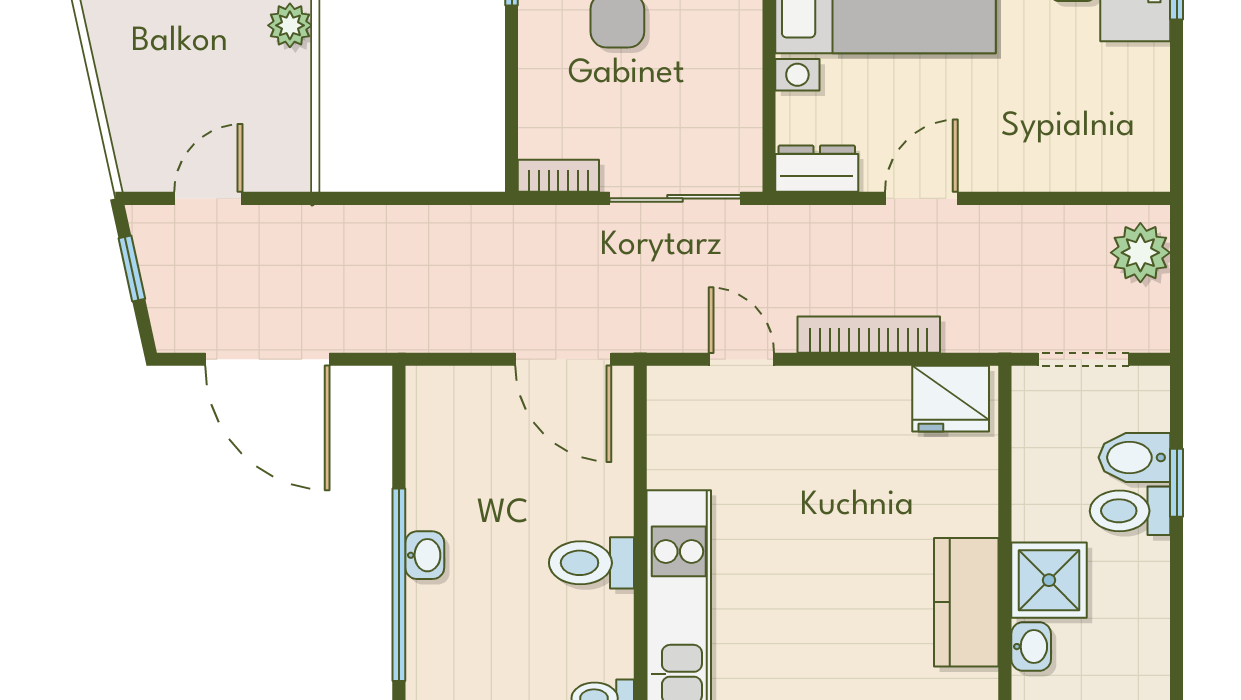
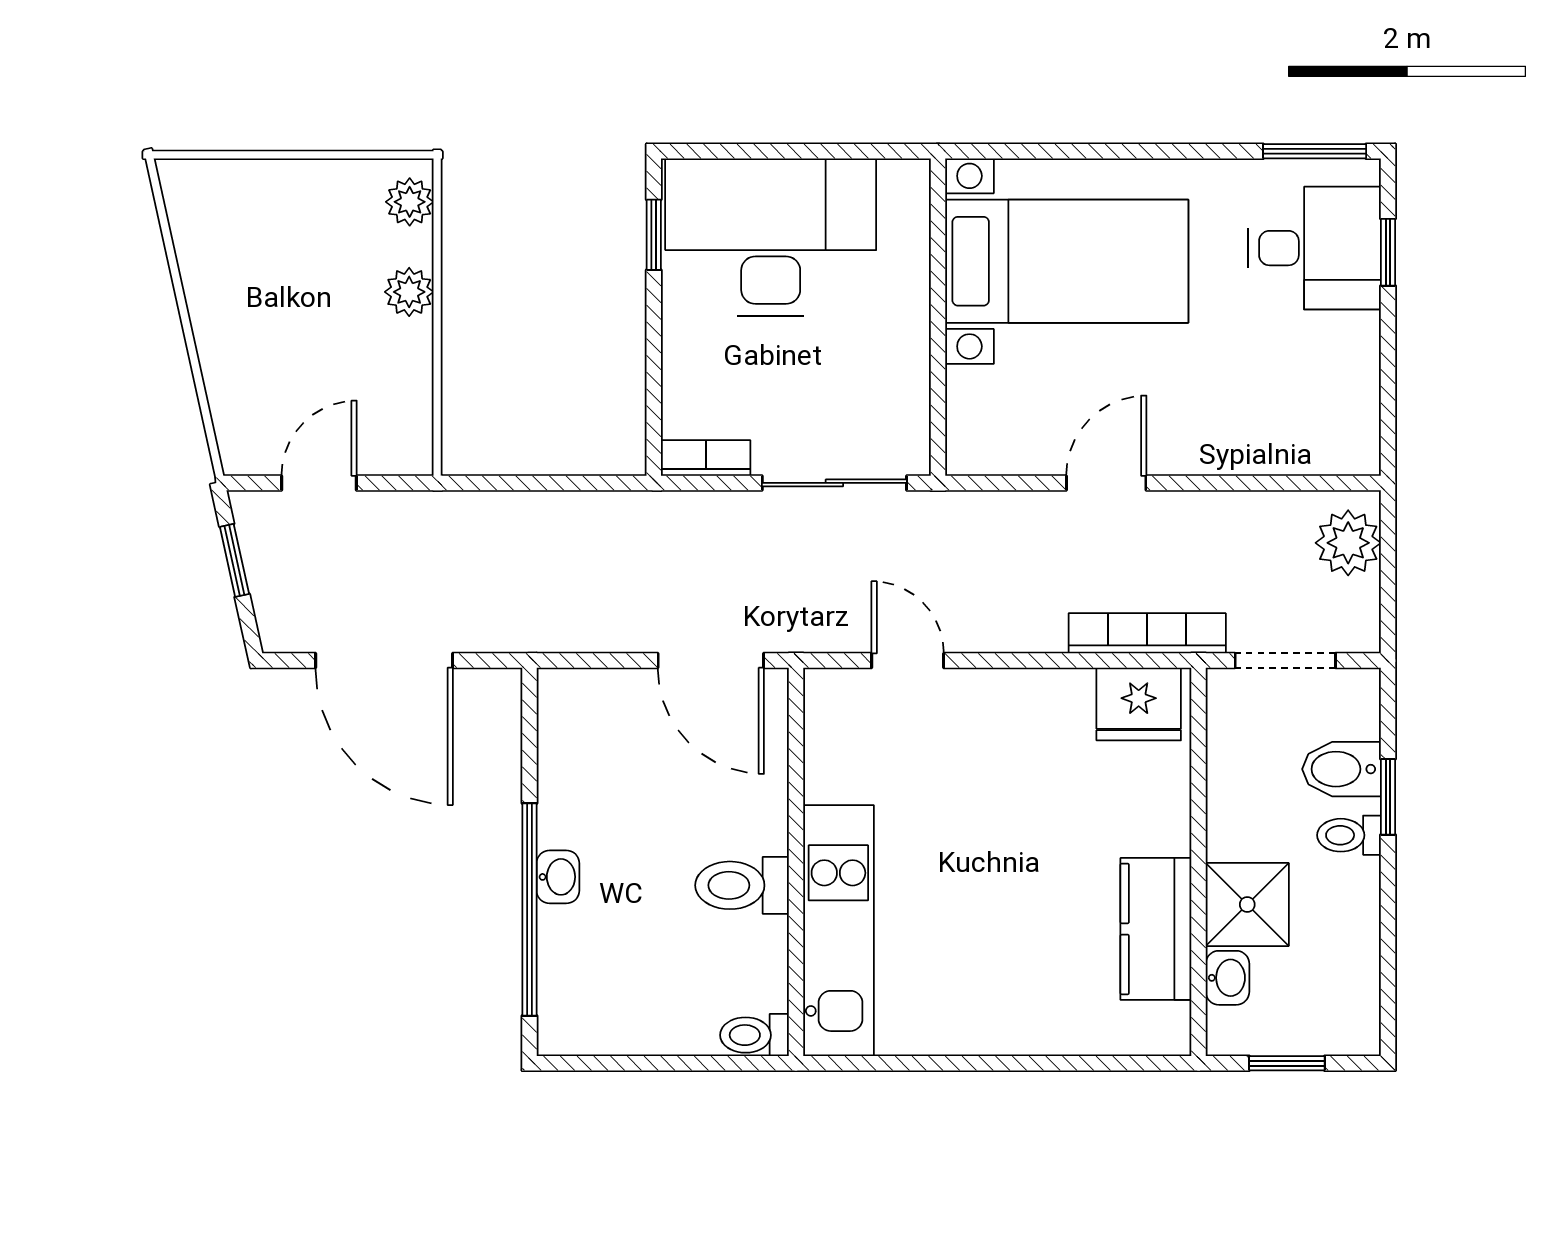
dresser: (817, 169) -> (991, 450), removed
bookcase: (869, 335) -> (1147, 633), moved
toilet: (1130, 511) -> (1349, 835), width x0.73, depth x0.72

